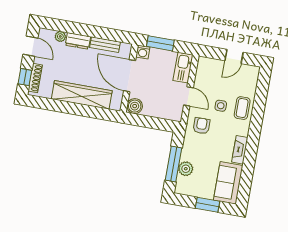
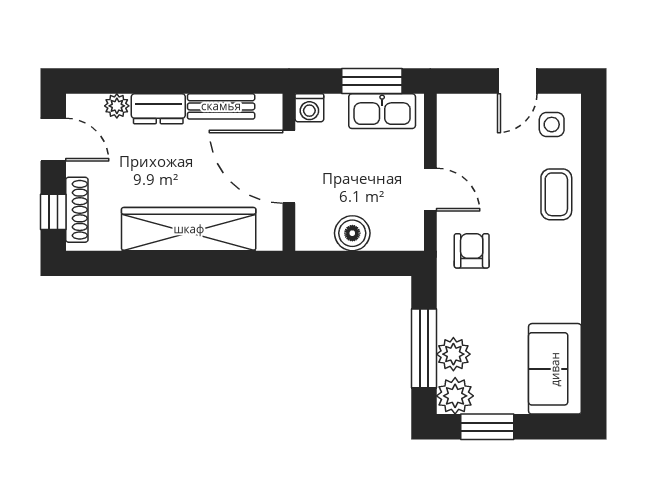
window: (160, 43) -> (372, 81), moved
kitchen sink: (183, 68) -> (382, 111), moved, turned -90
boiler: (135, 106) -> (352, 233), moved
side table: (221, 106) -> (552, 125), moved
fireplace: (240, 150) -> (568, 290), removed
plant: (183, 187) -> (455, 396), added
window: (207, 205) -> (487, 427), moved

